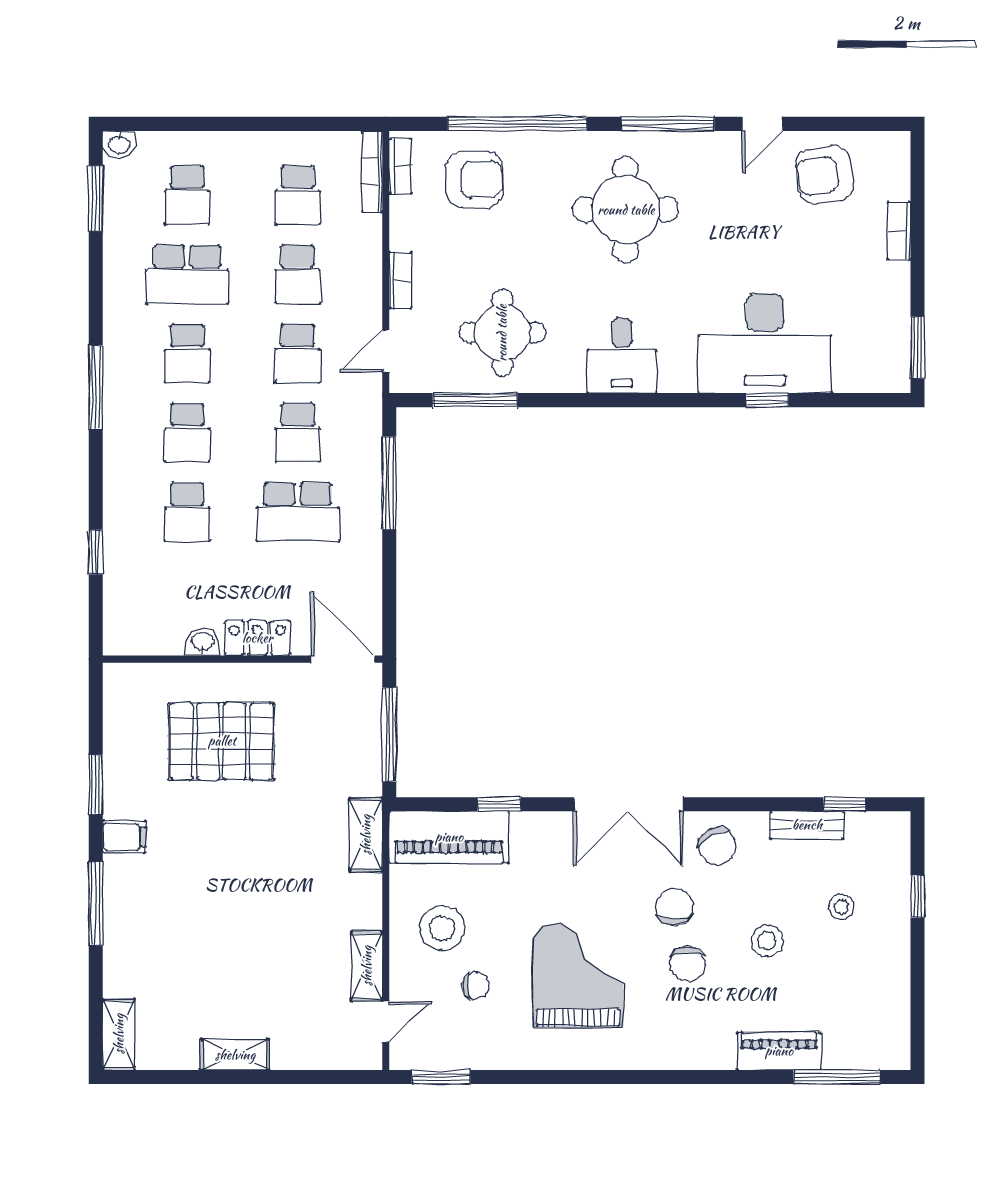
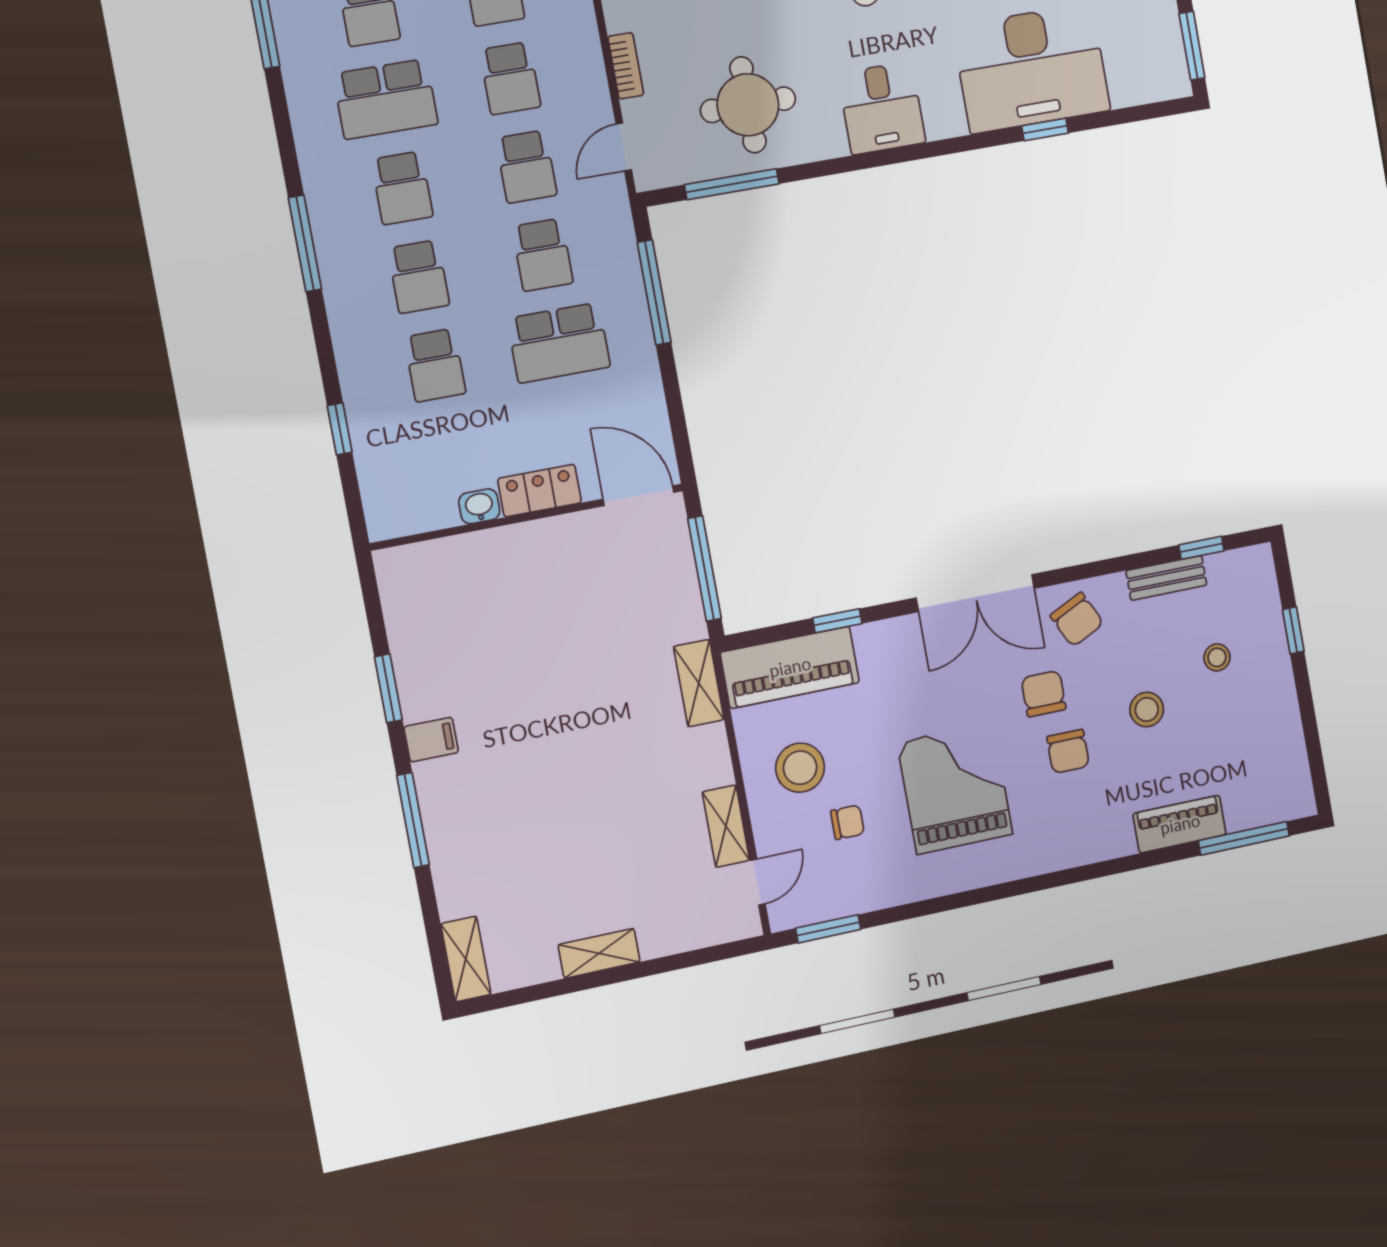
pallet: (222, 741) -> (521, 612), removed

